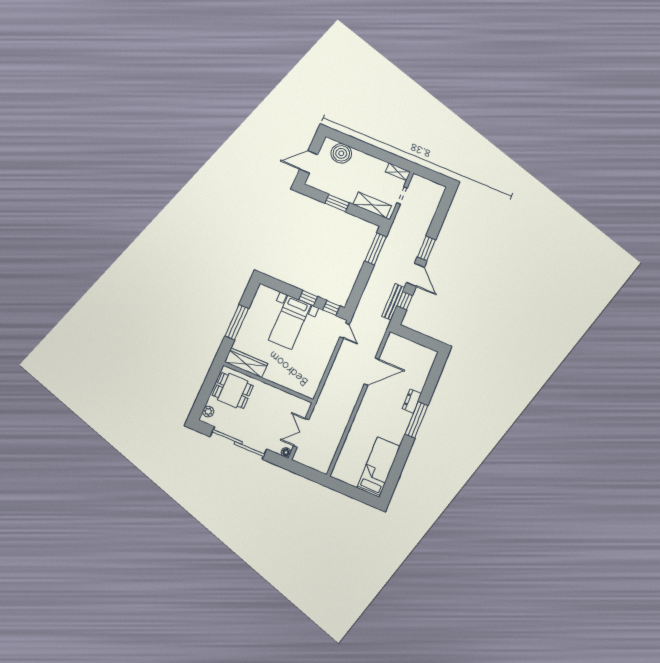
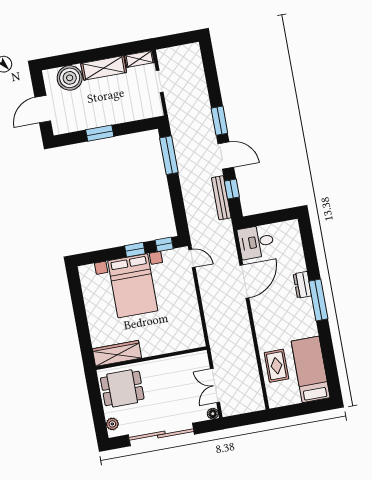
shelving: (372, 205) -> (104, 68), moved
window: (237, 322) -> (81, 320), removed
bed with nightstands: (290, 322) -> (133, 286), width x1.36
desk: (398, 349) -> (256, 242), added
rug: (355, 448) -> (276, 366), added

